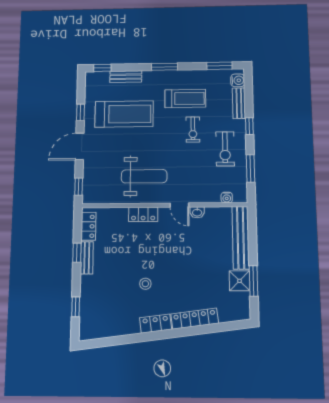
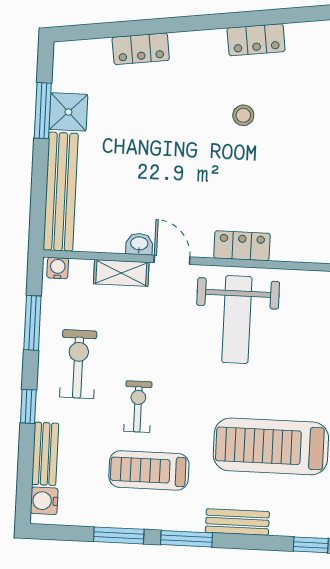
window: (219, 66) -> (119, 535), moved
bench: (126, 77) -> (237, 522), moved
weight bench: (144, 176) -> (237, 320), turned -90
shelving: (206, 197) -> (121, 273), added
water cooler: (227, 198) -> (58, 268), moved
locker: (195, 319) -> (141, 49), width x0.66
locker: (156, 324) -> (256, 40), moved

